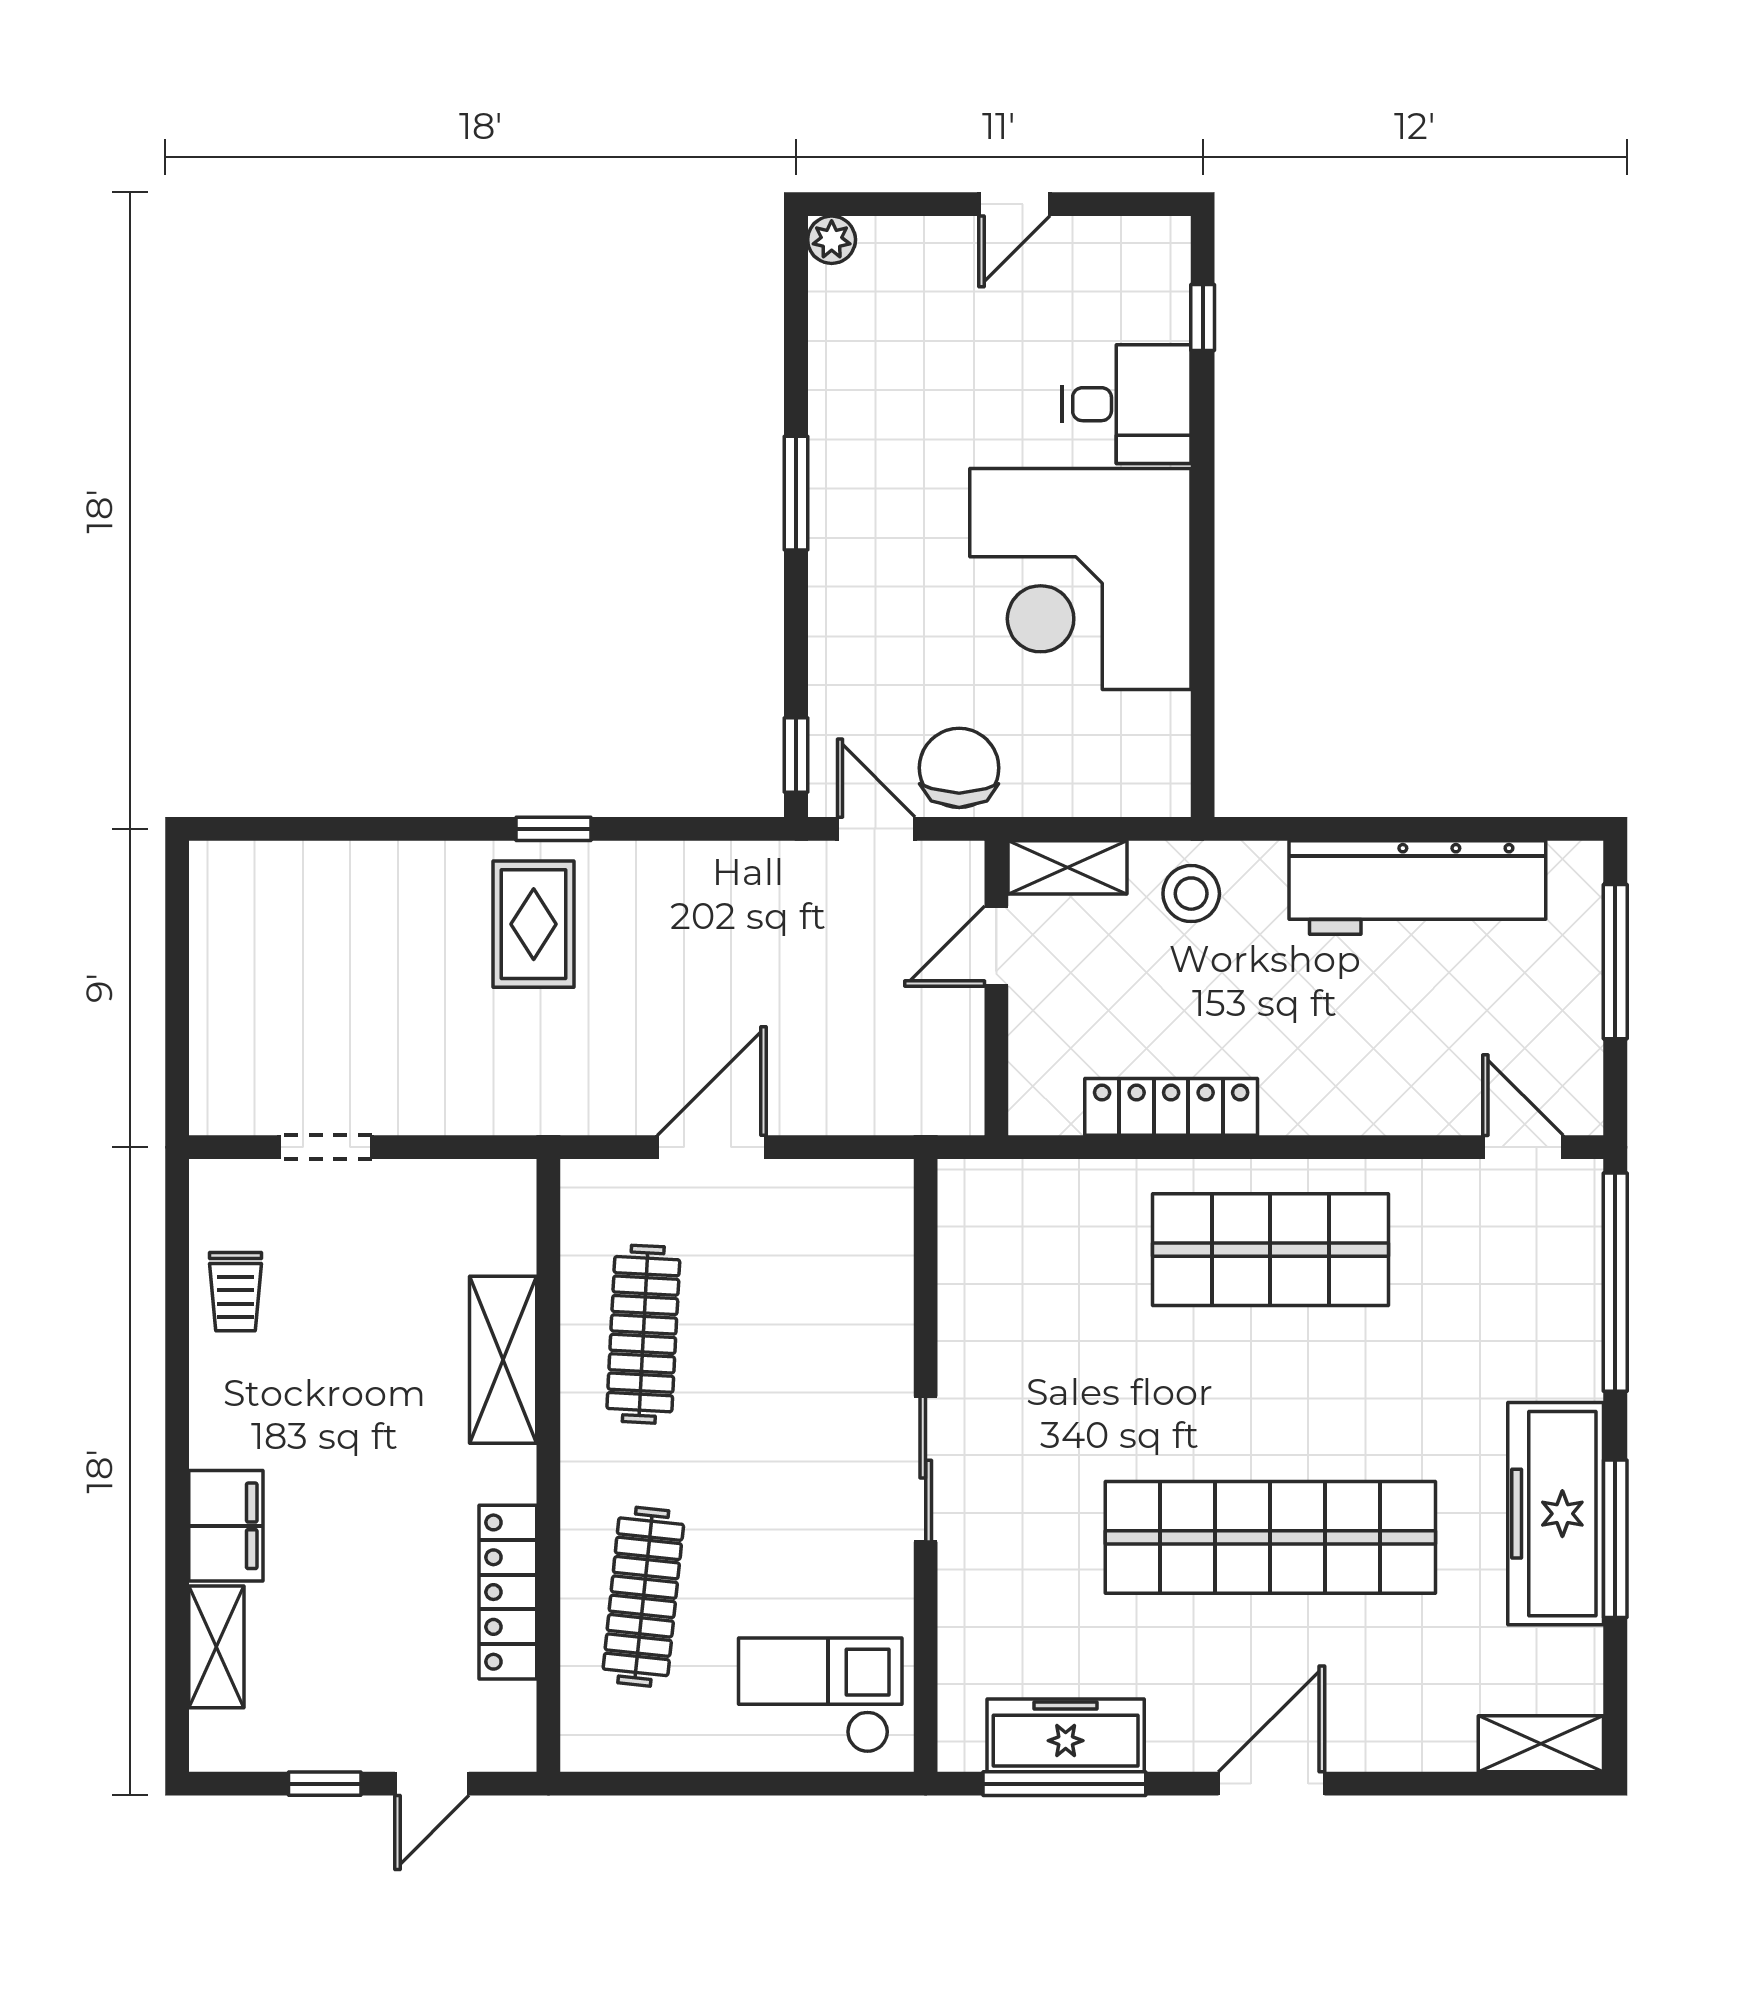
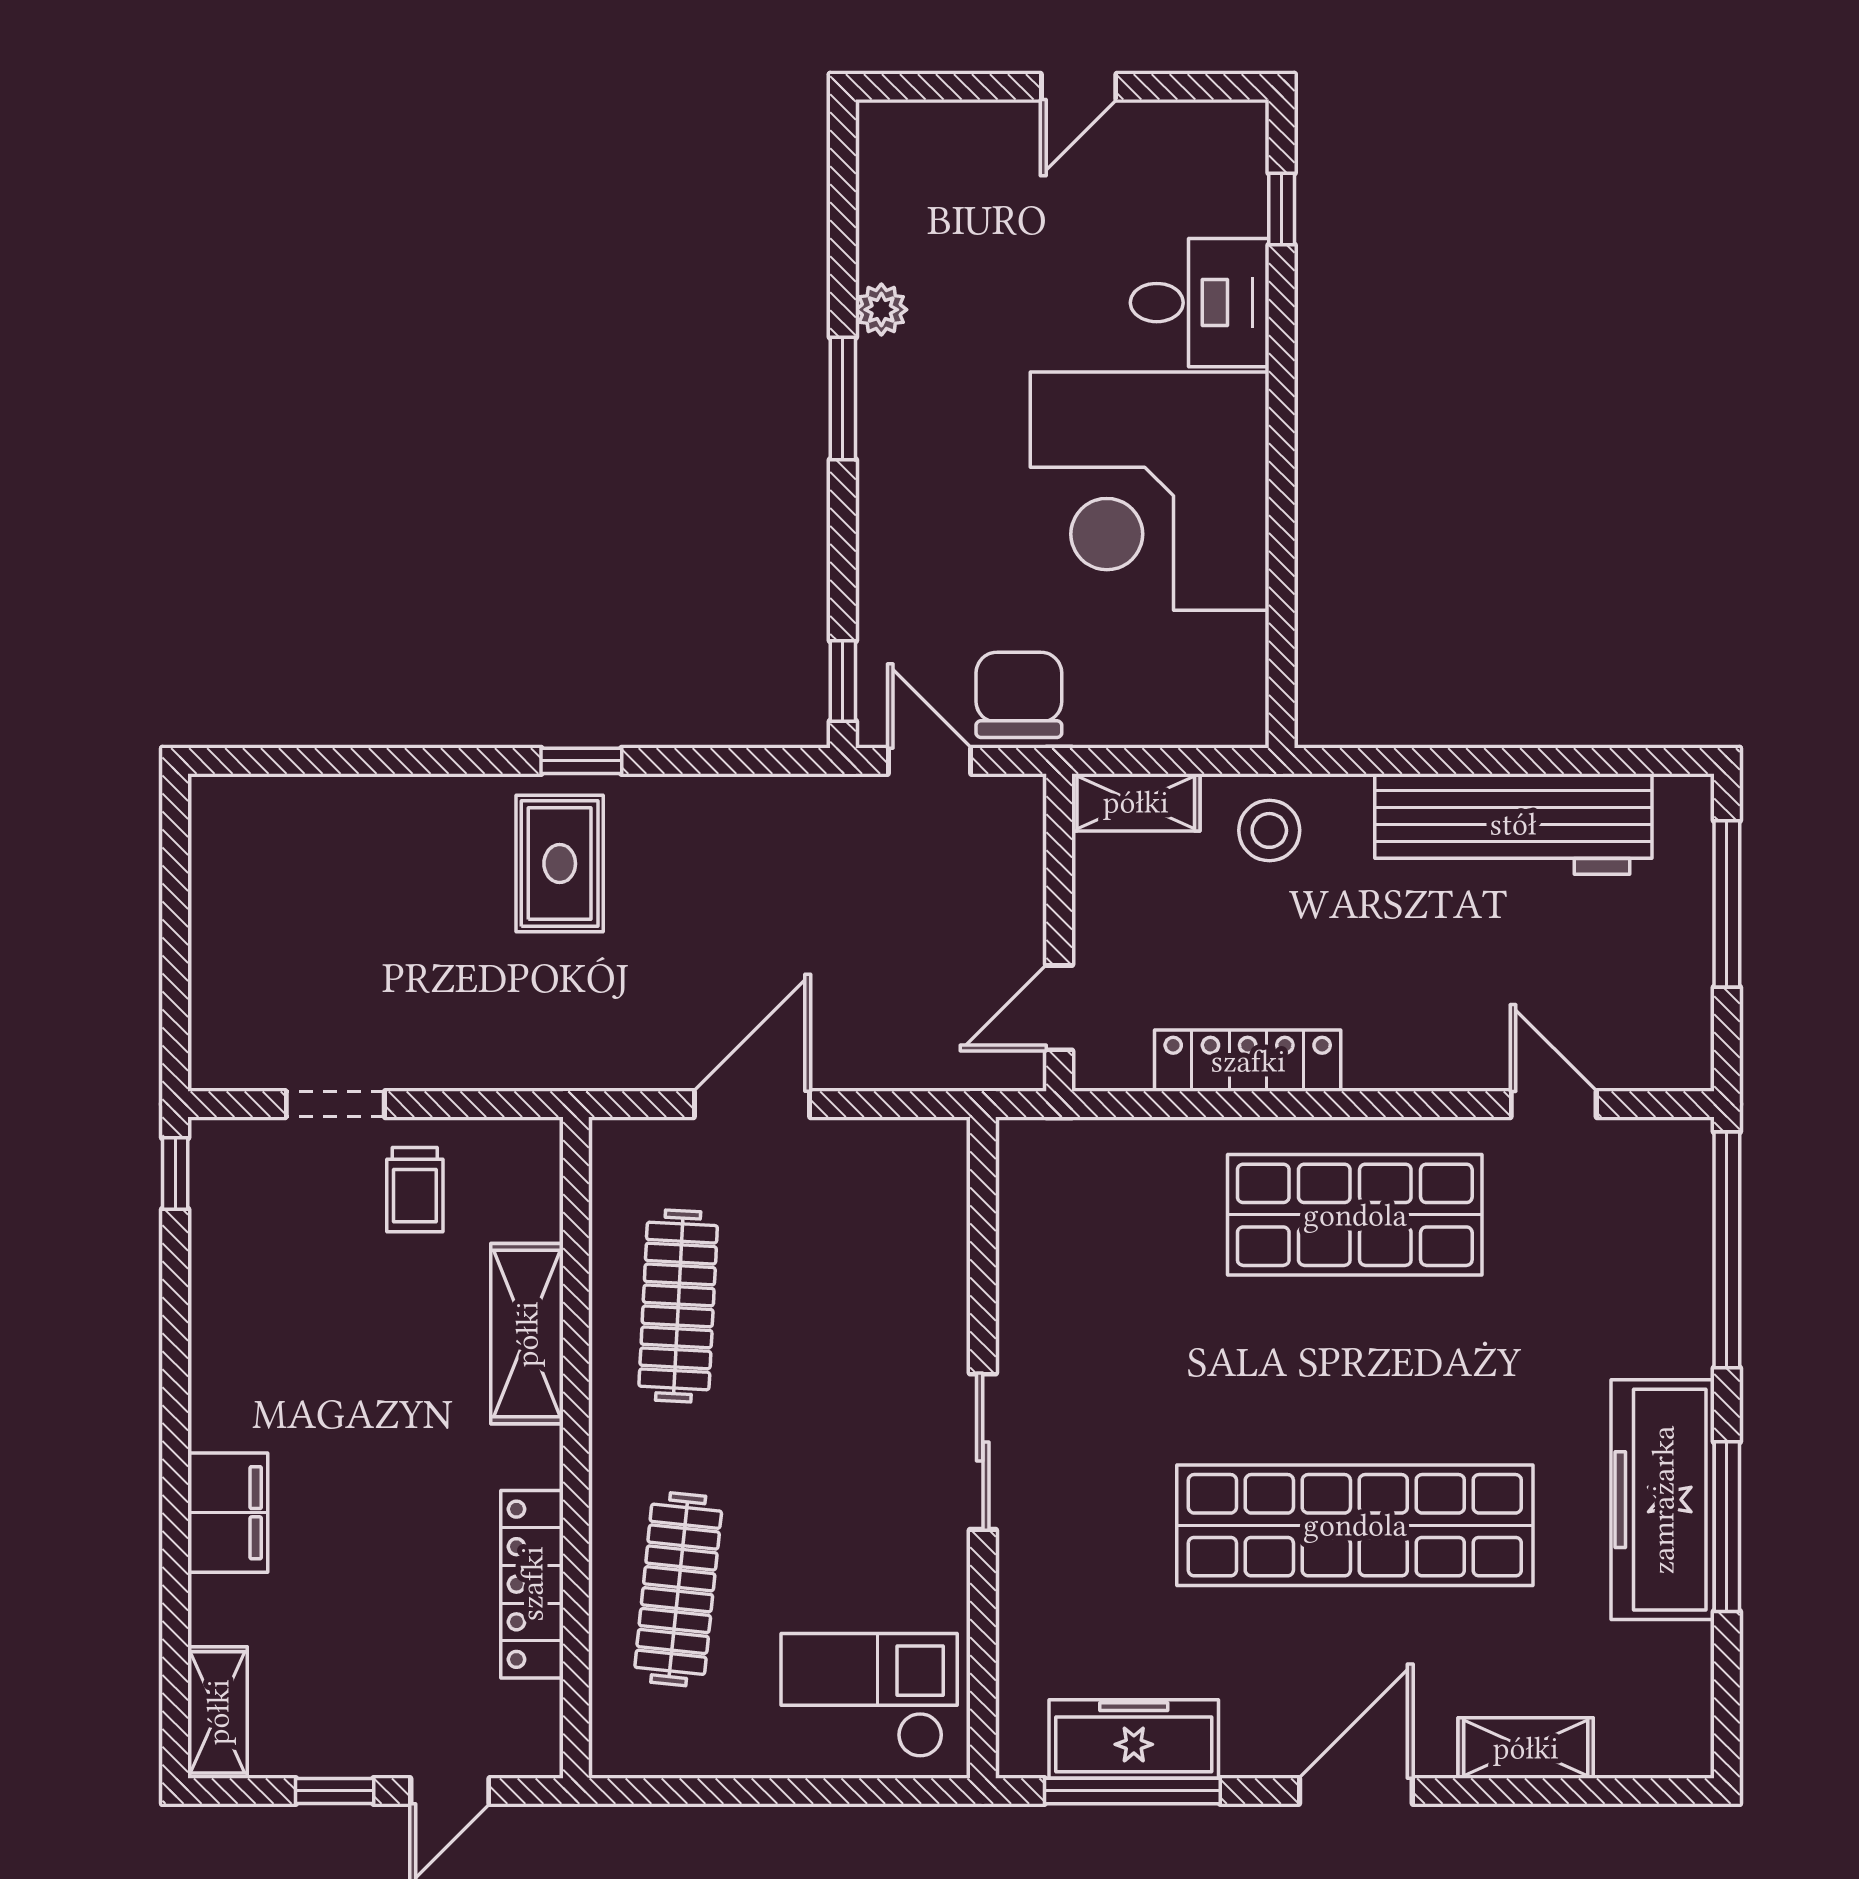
plant: (832, 240) -> (881, 310), moved
door: (996, 946) -> (1059, 1008), moved
door: (1523, 1147) -> (1554, 1104), moved
window: (177, 1211) -> (175, 1173), added
trolley: (236, 1292) -> (415, 1190), moved
shelving: (216, 1647) -> (218, 1712), moved
shelving: (1541, 1744) -> (1526, 1748), moved

